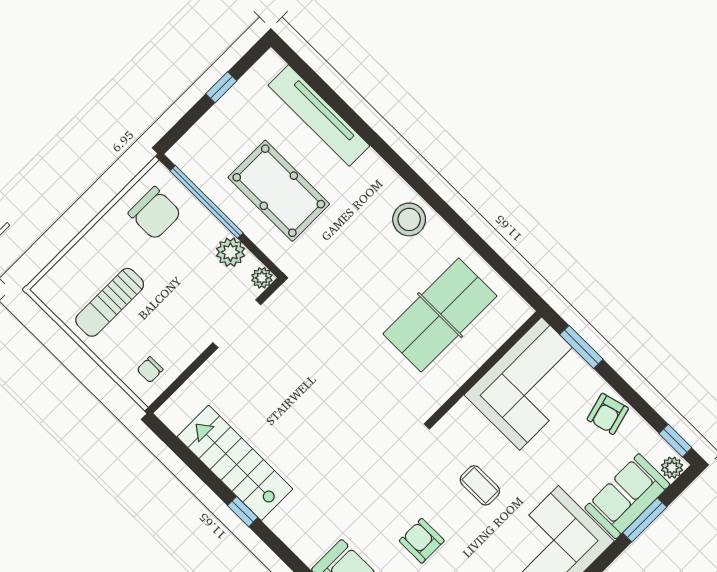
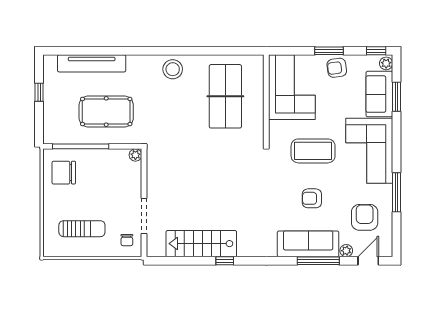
chair: (155, 213) -> (64, 173), turned 180
plant: (230, 252) -> (112, 157), removed
sun lounger: (110, 302) -> (82, 229), turned -90
doorway: (237, 324) -> (144, 216), moved
window: (581, 347) -> (329, 51), moved
armchair: (608, 414) -> (337, 68), turned 97
coffee table: (480, 485) -> (313, 151), width x1.86, depth x1.72

